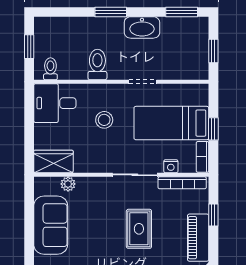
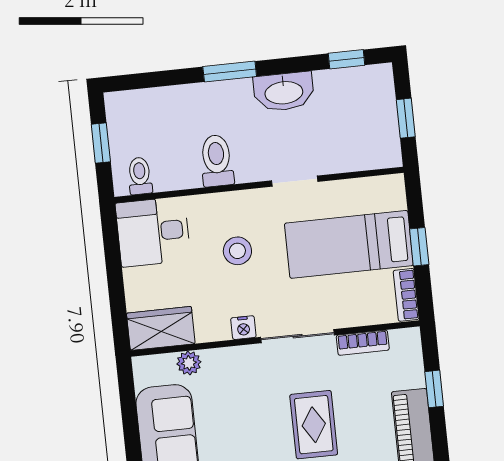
window: (182, 12) -> (346, 59), width x0.67
nightstand: (171, 166) -> (243, 328), moved
bookcase: (182, 183) -> (363, 343), width x0.64

